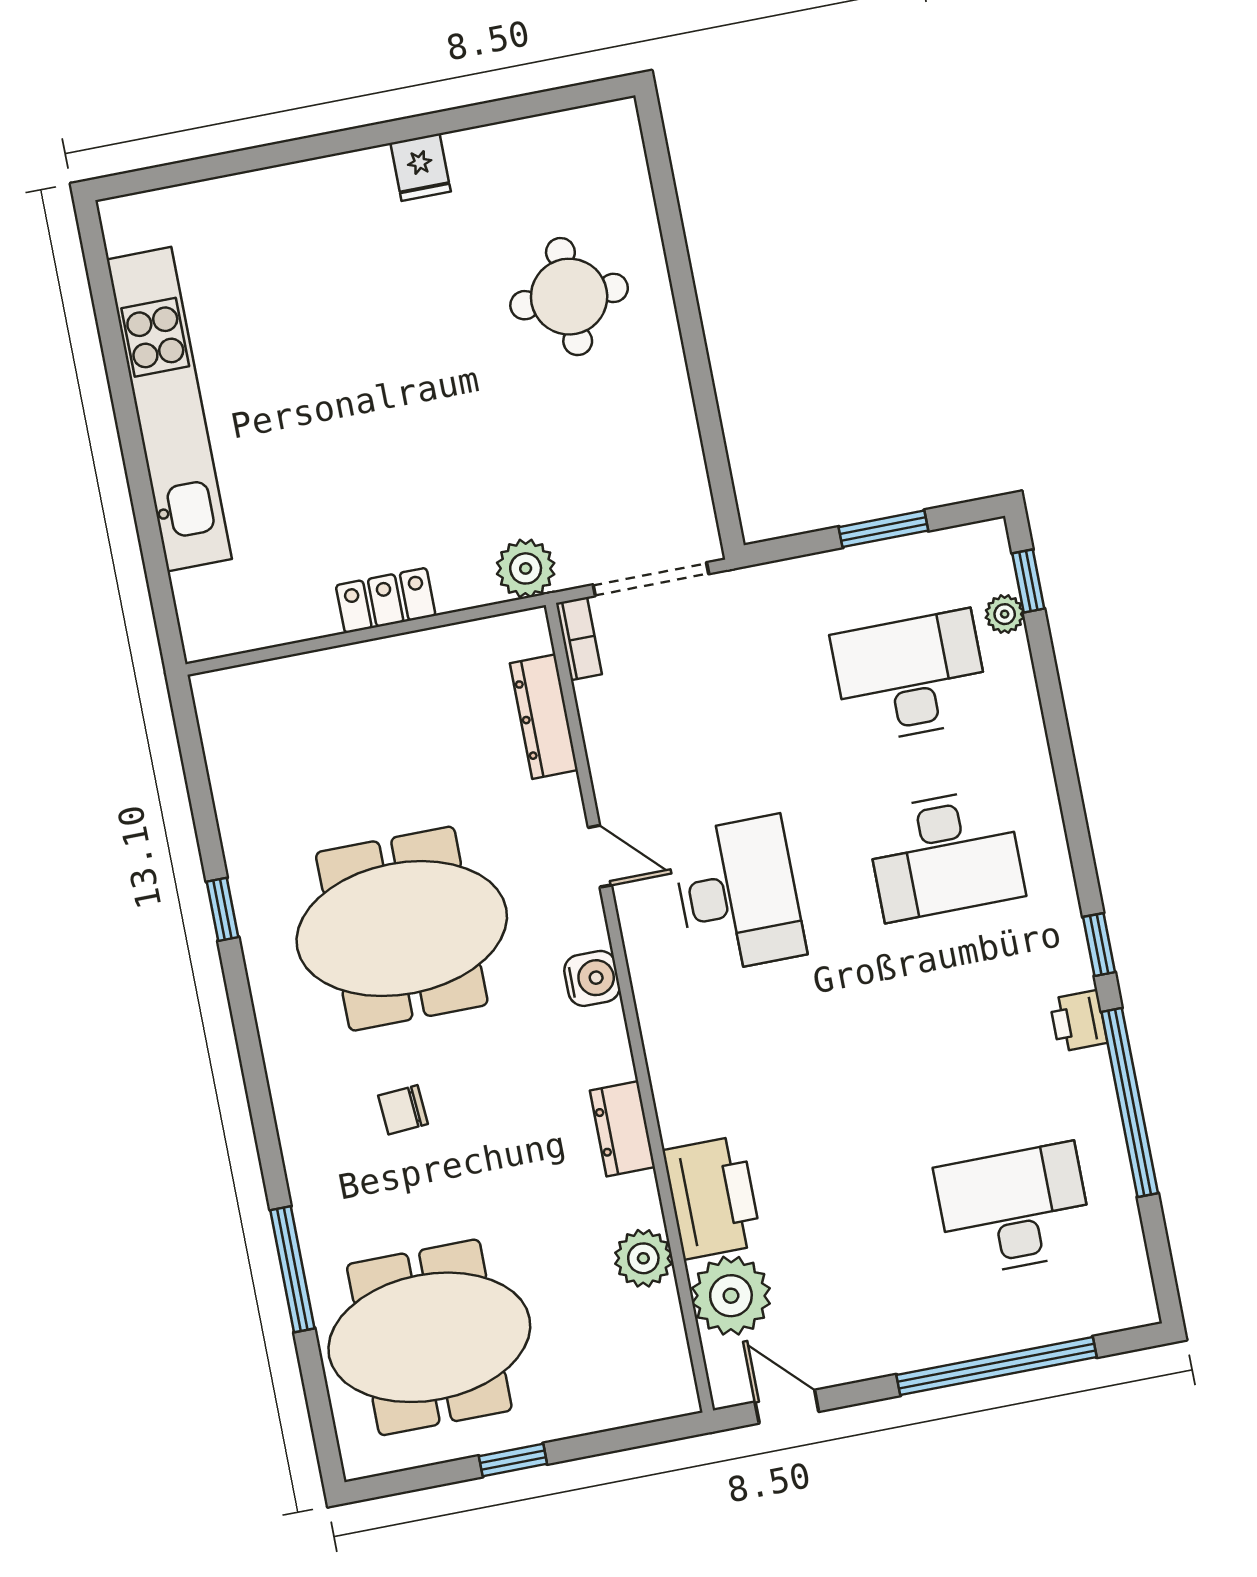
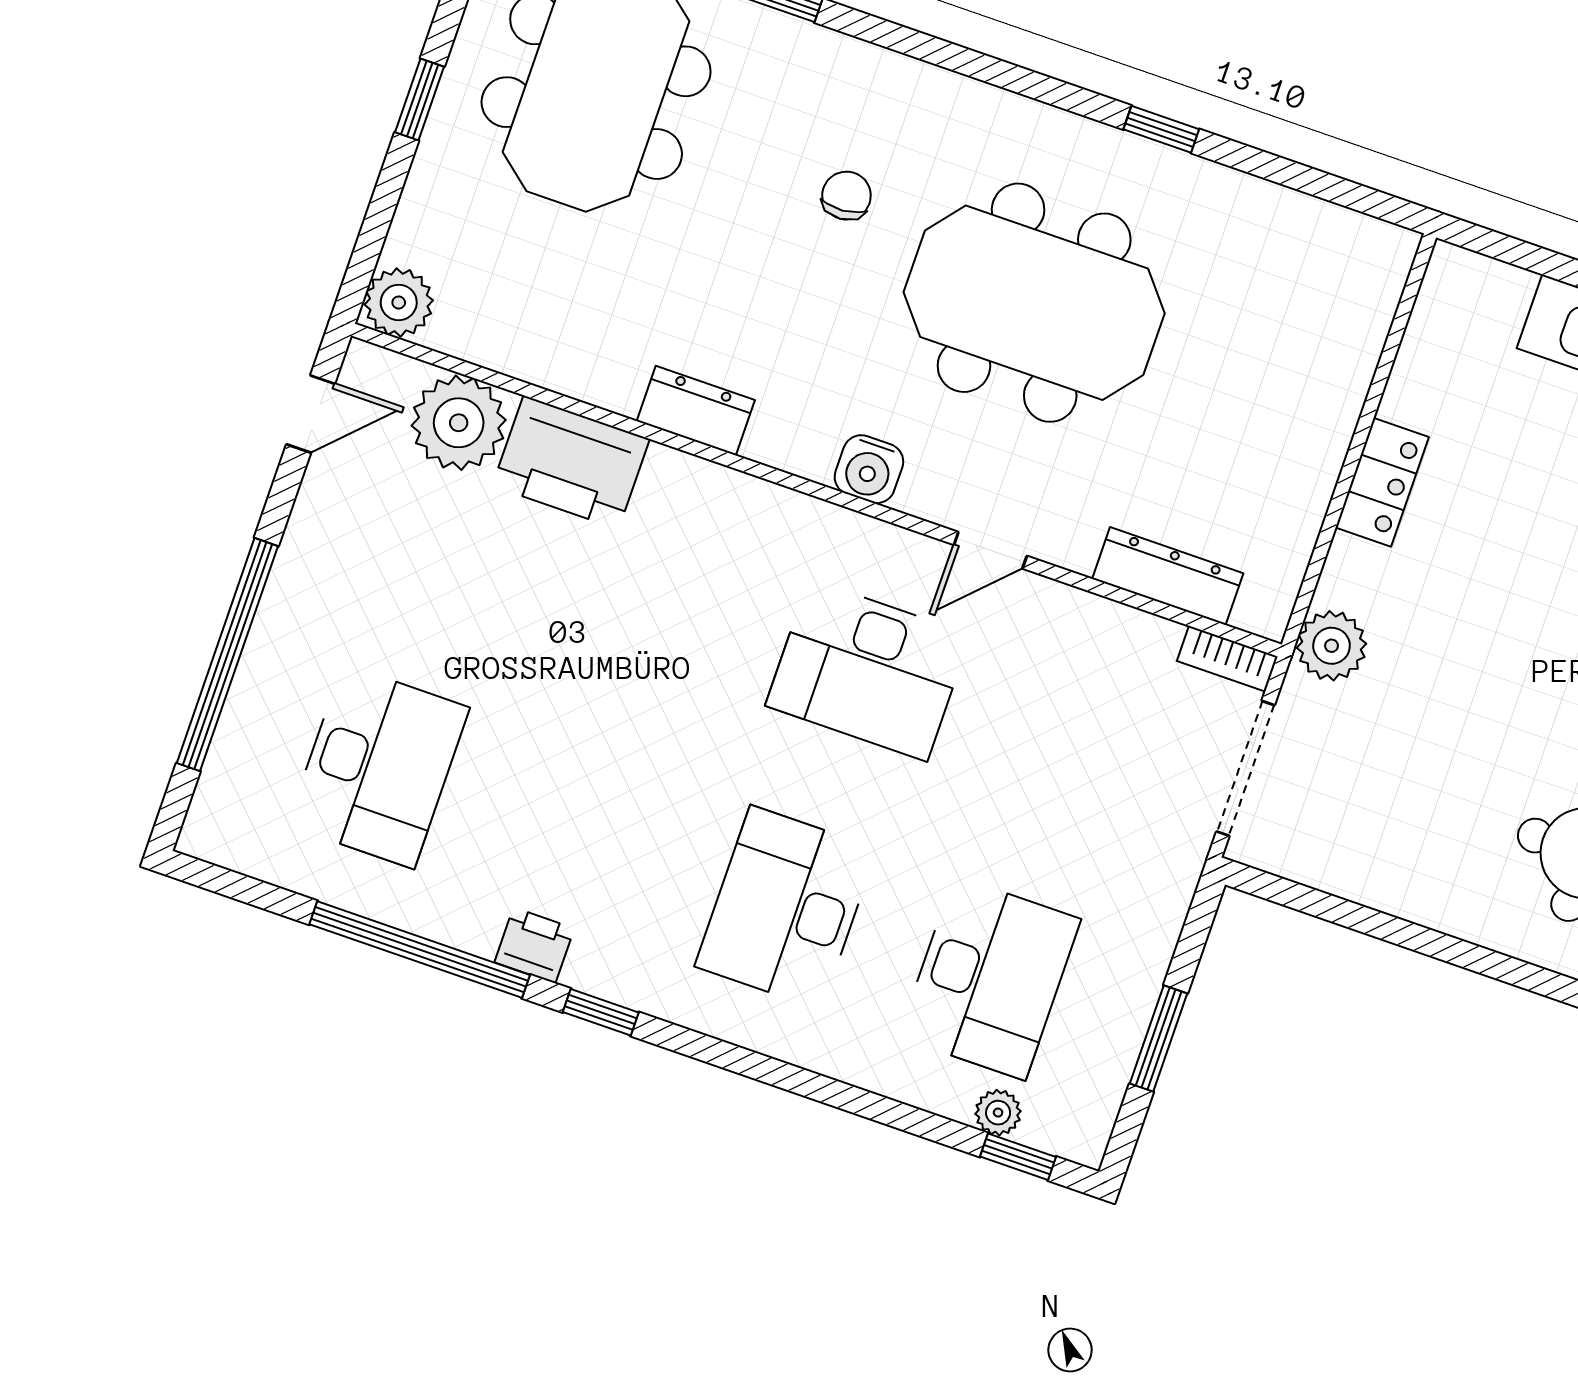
meeting table: (402, 929) -> (1034, 303), turned 90
plant: (643, 1258) -> (399, 302), moved

